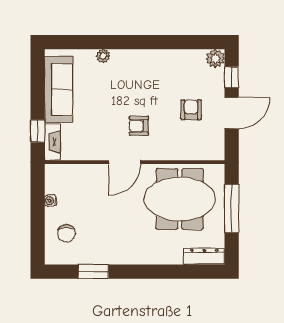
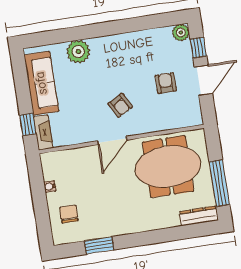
plant: (103, 56) -> (78, 52), width x1.88, depth x1.88
armchair: (139, 126) -> (120, 105), turned -119
window: (232, 209) -> (219, 183), moved
chair: (66, 233) -> (69, 214), turned 180

